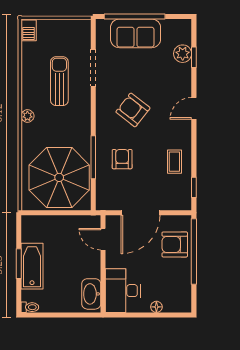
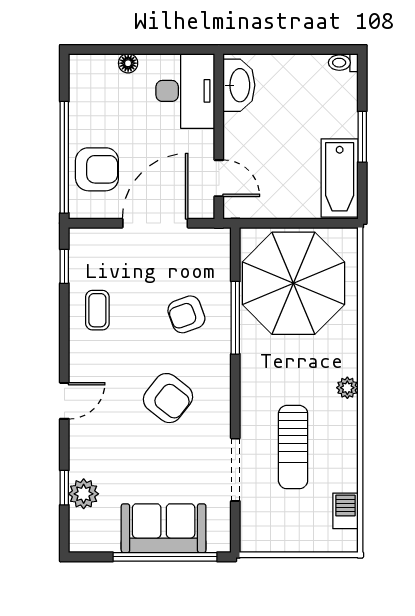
barbecue: (29, 30) -> (345, 511), moved
armchair: (122, 159) -> (186, 314), turned 70
bathtub: (32, 266) -> (340, 178), moved

